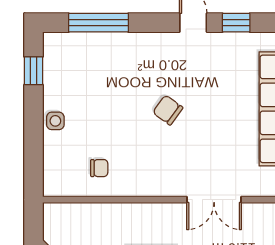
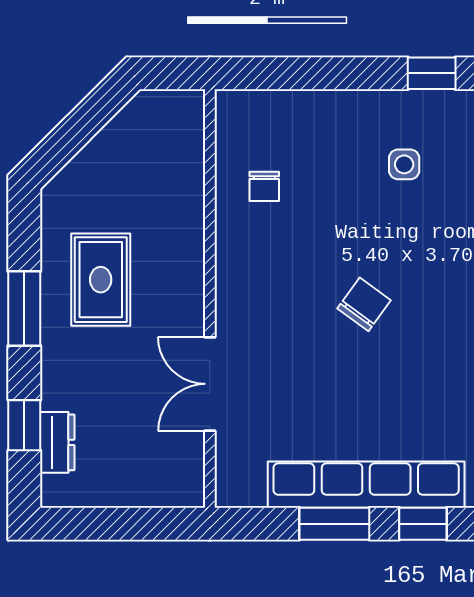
side table: (55, 121) -> (404, 164), moved

